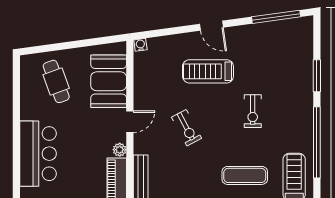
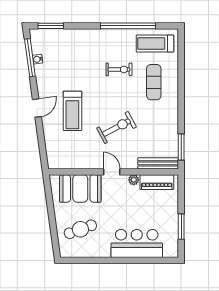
water cooler: (140, 45) -> (38, 59), moved
window: (317, 76) -> (51, 26), moved
exercise bike: (253, 111) -> (119, 69), moved
exercise bike: (187, 128) -> (117, 128), width x1.38, depth x1.39

